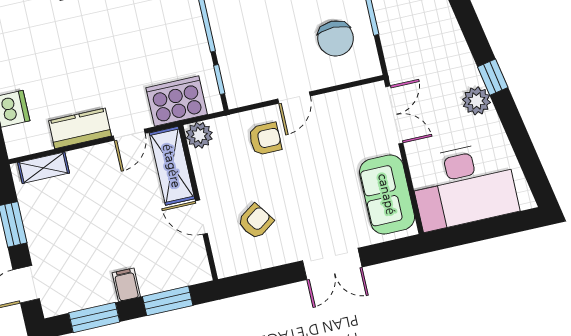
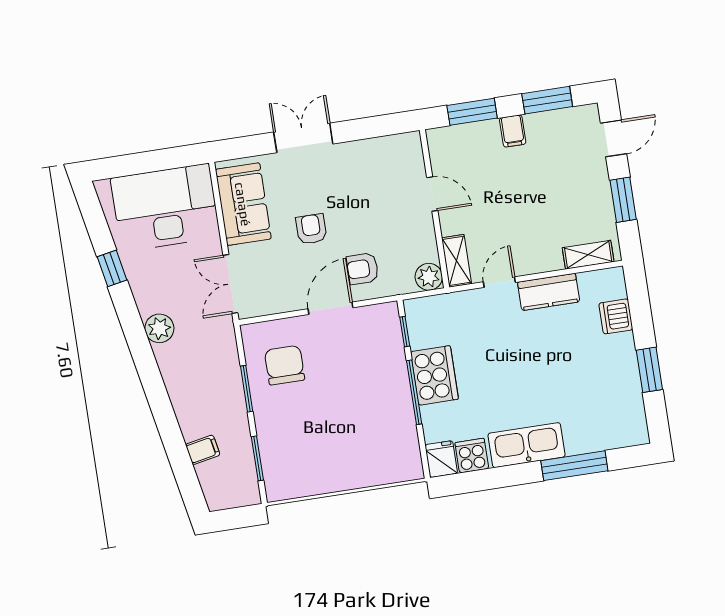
window: (493, 77) -> (112, 268), moved
door: (294, 98) -> (331, 308), width x1.38
cooker: (177, 101) -> (434, 375), moved, turned -90
plant: (477, 101) -> (159, 328), moved
shelving: (172, 166) -> (457, 261), width x0.67, depth x0.75
armchair: (256, 221) -> (311, 229), moved, turned 125

